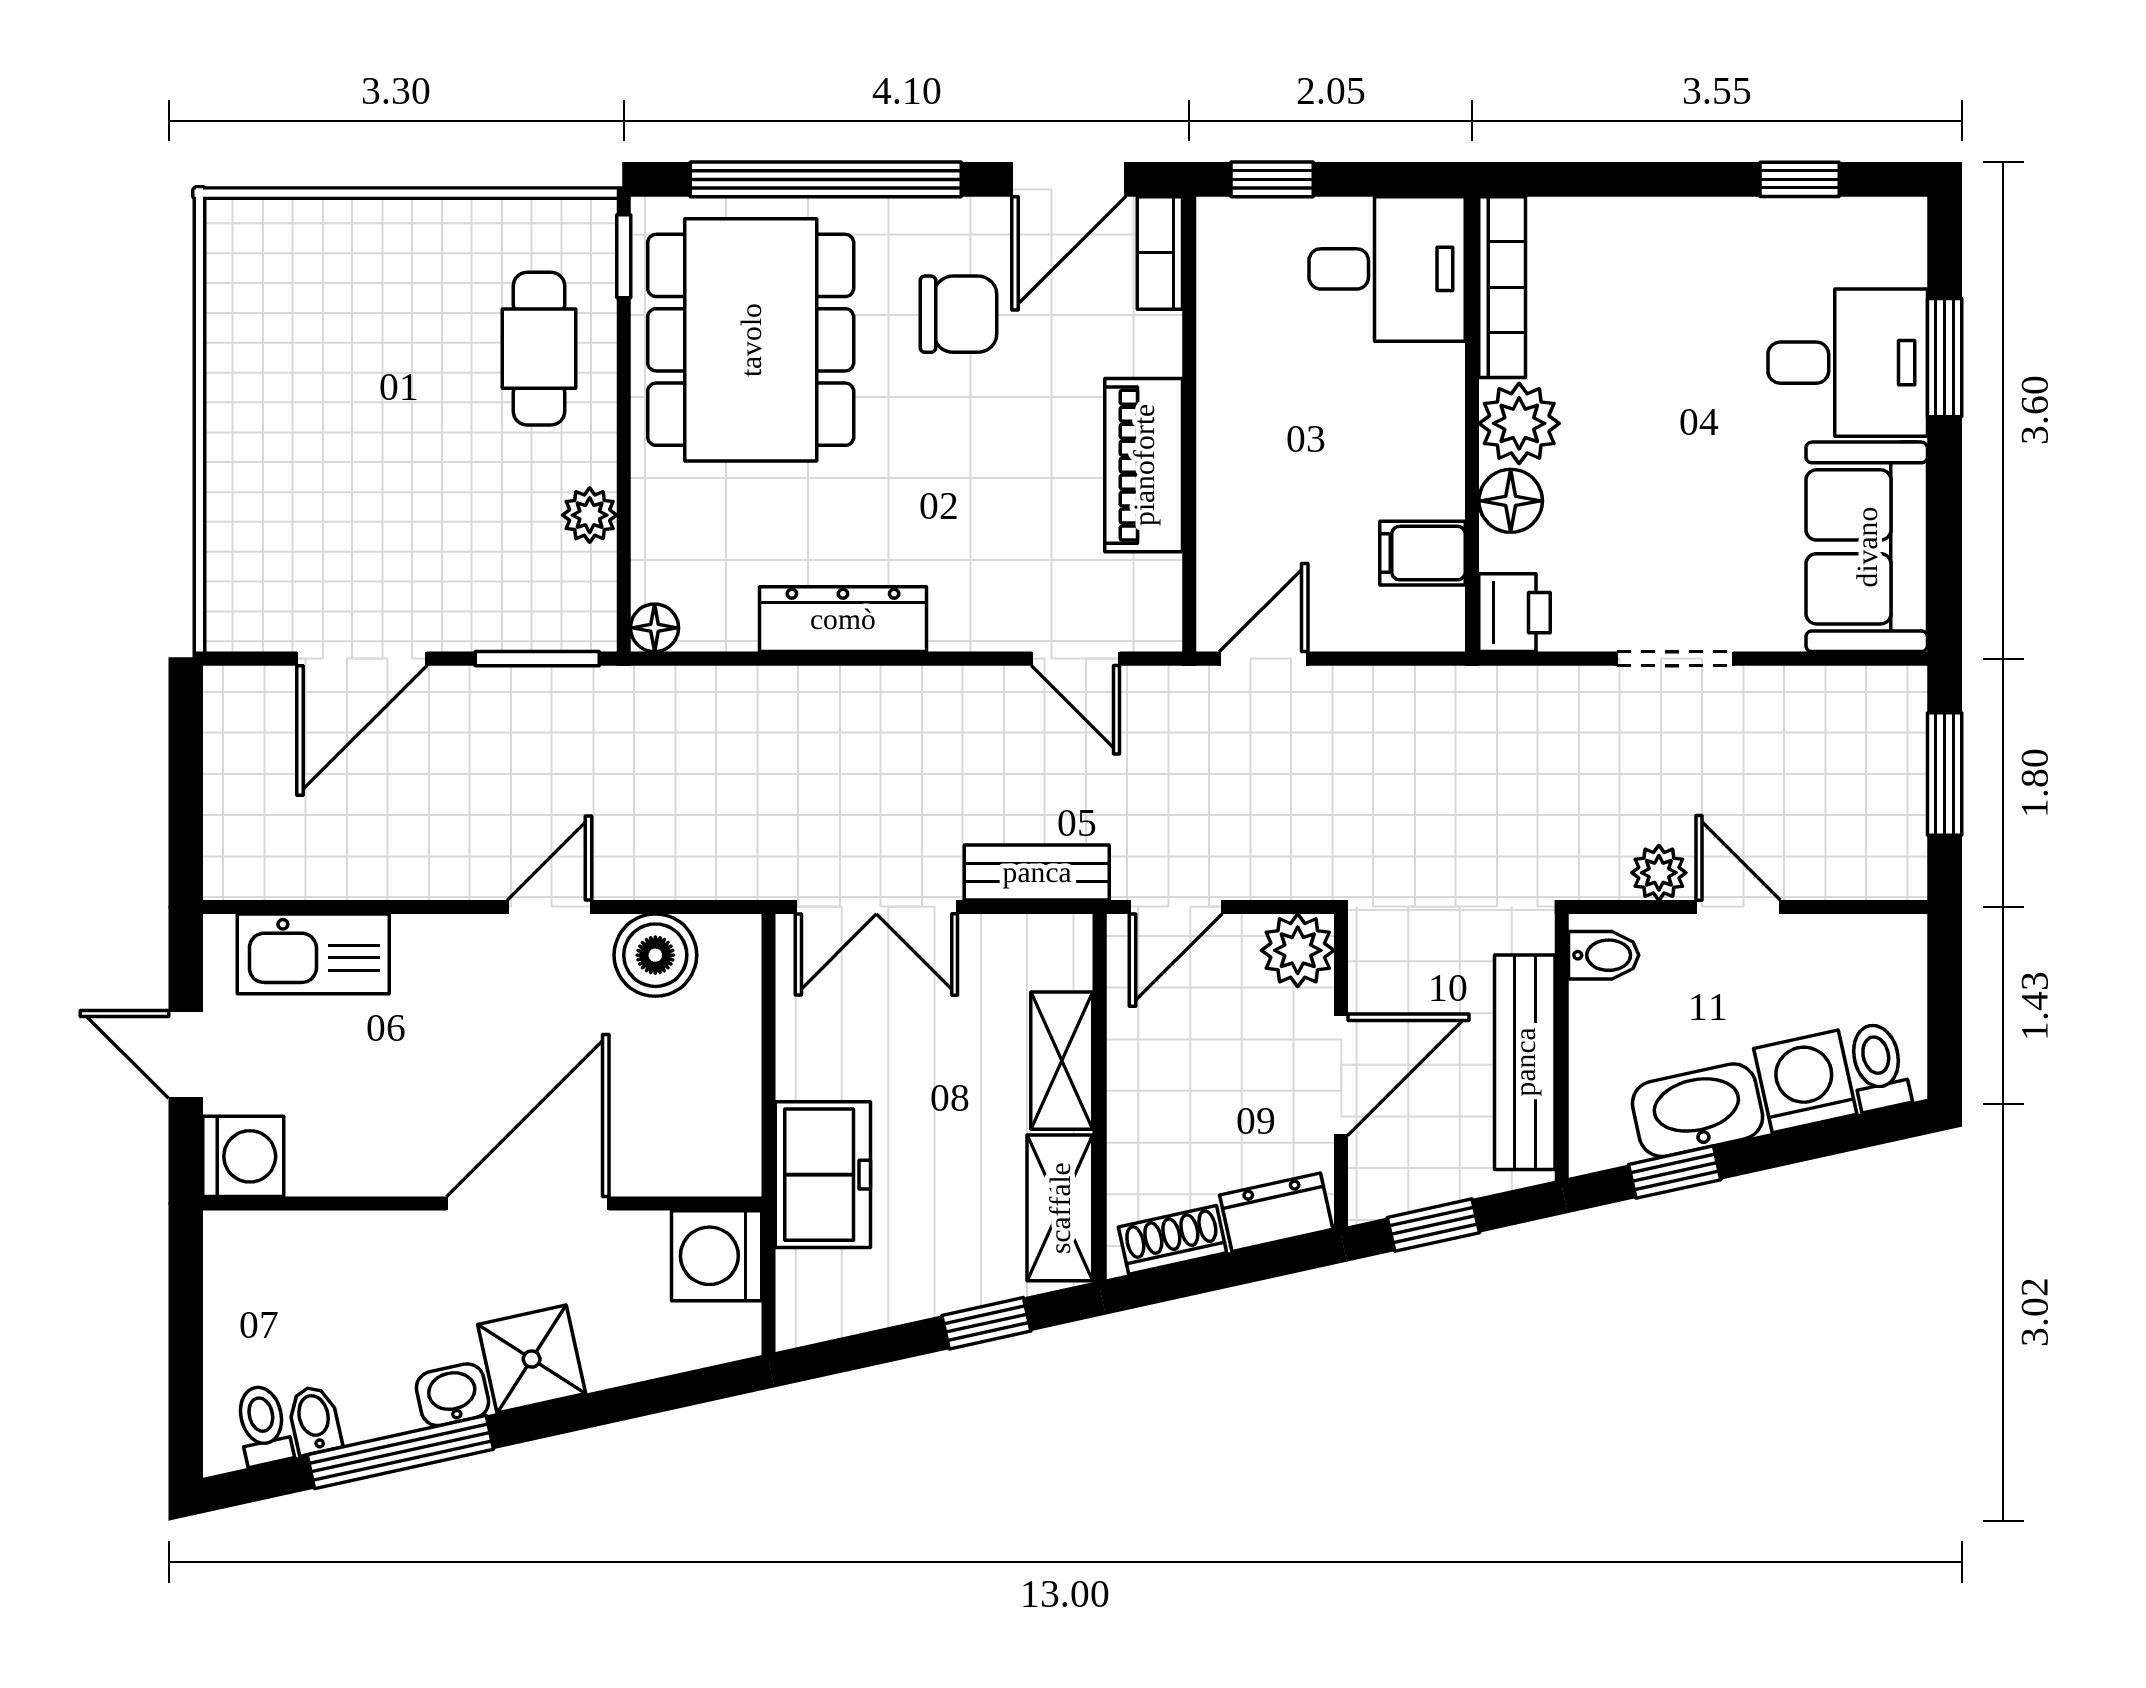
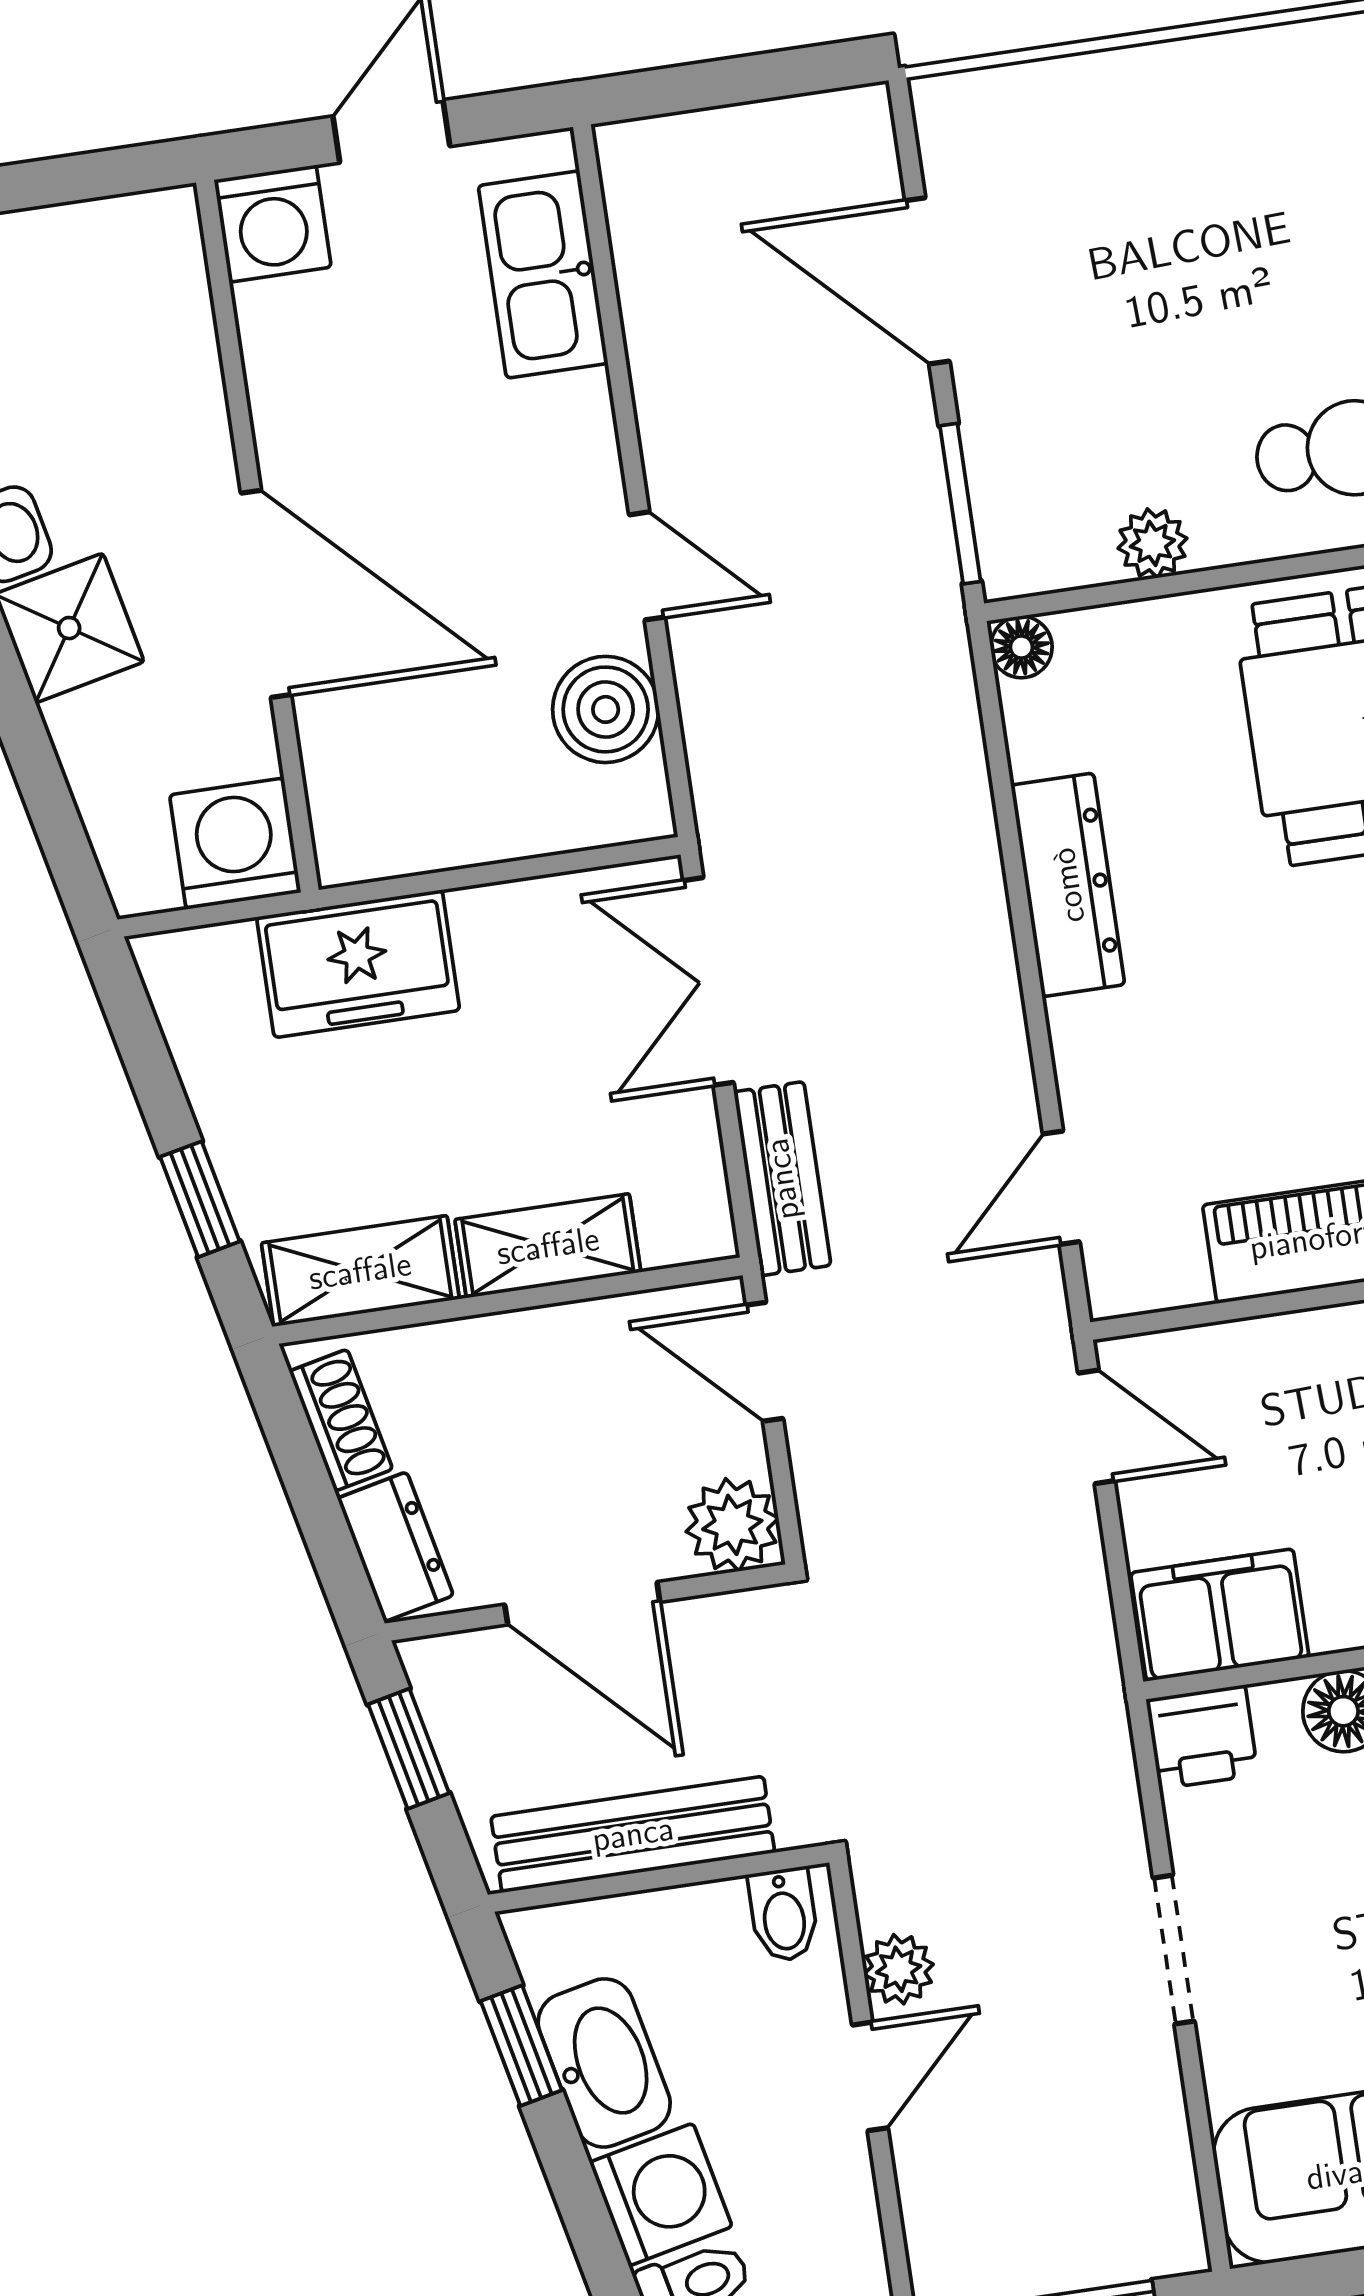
filing cabinet: (1423, 553) -> (1220, 1615), width x2.00

